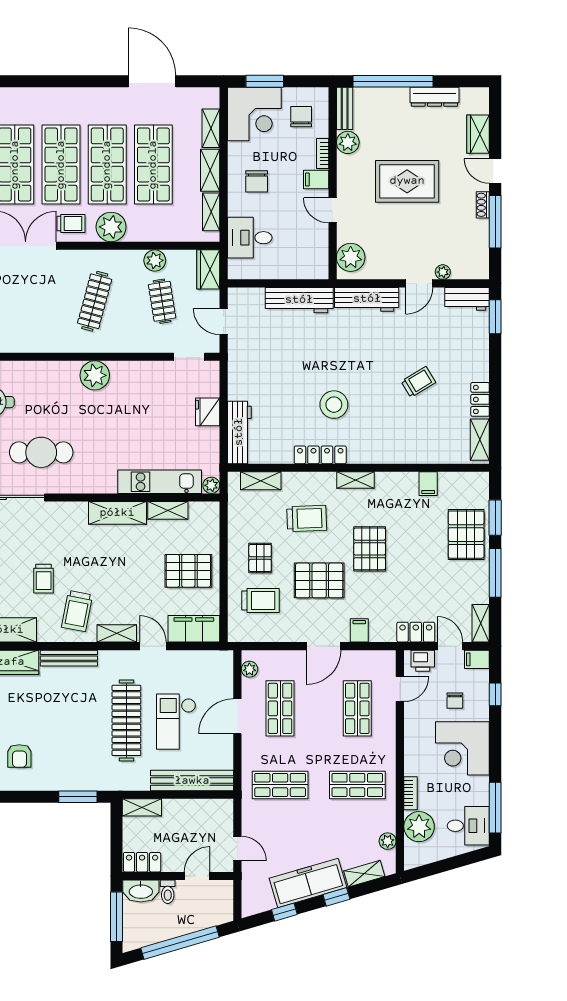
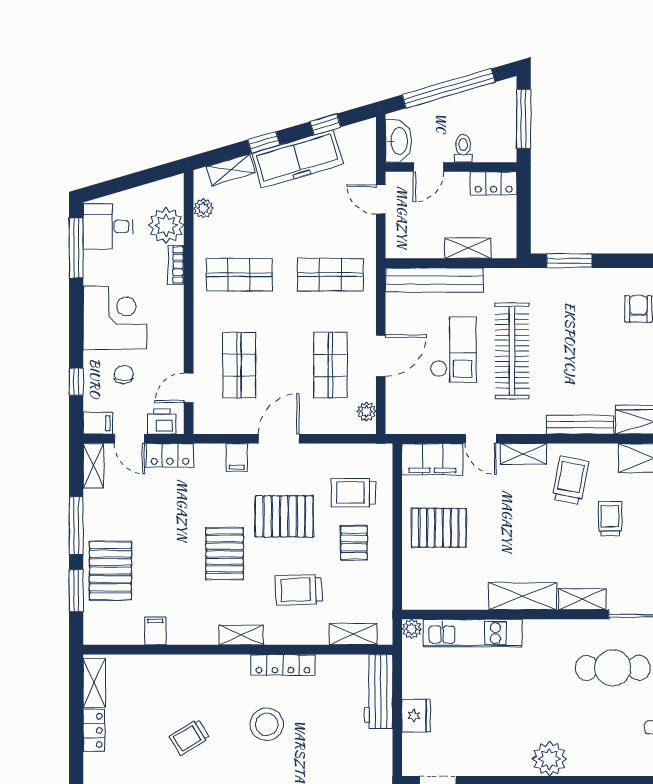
trolley: (418, 382) -> (189, 737), moved
shelving: (168, 510) -> (582, 599), moved
shelving: (142, 807) -> (468, 248), moved
washbasin: (141, 891) -> (398, 141), moved, turned 90

